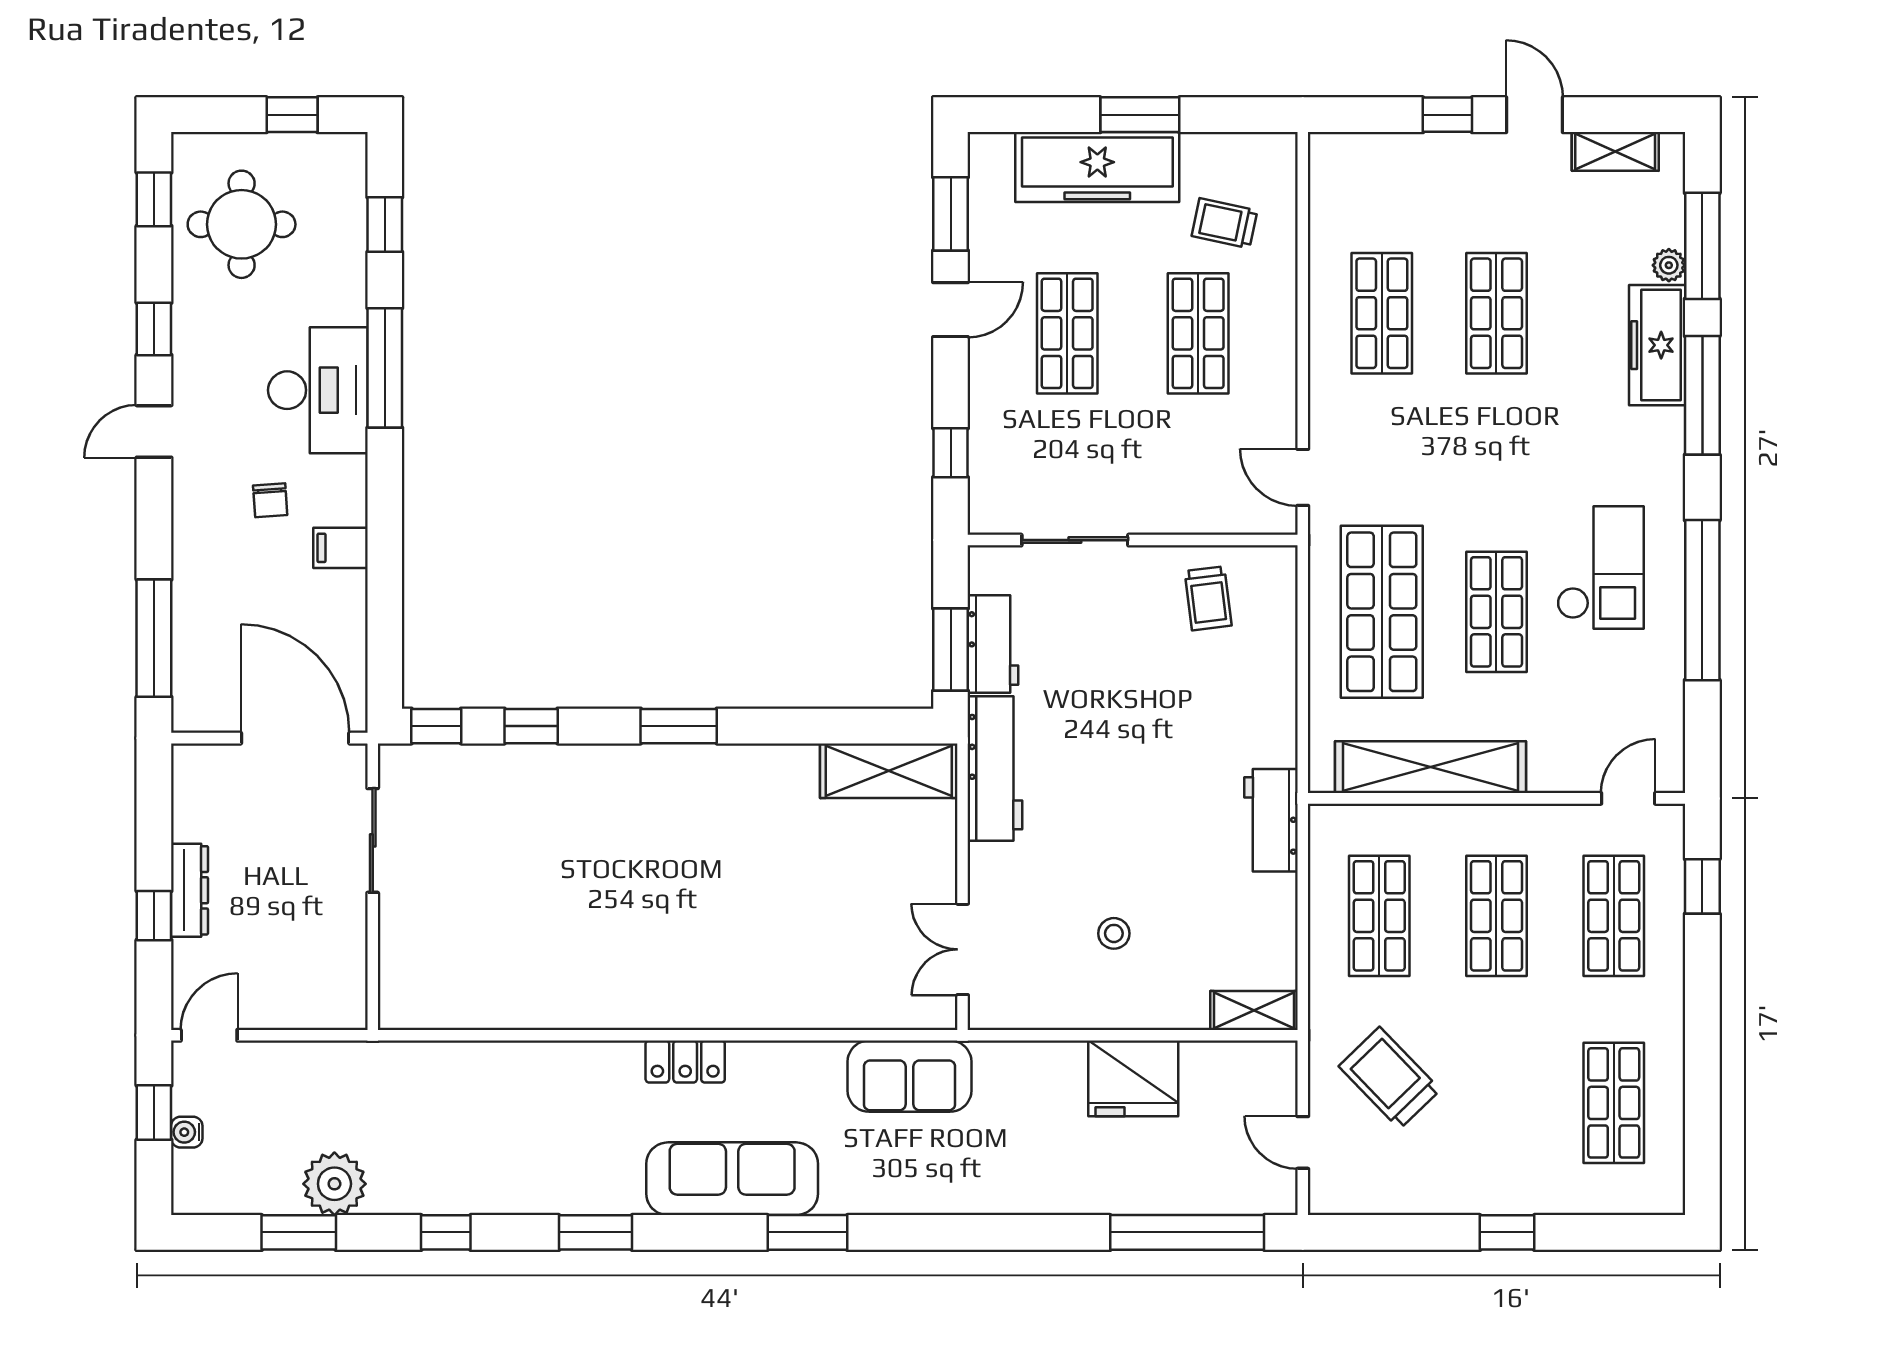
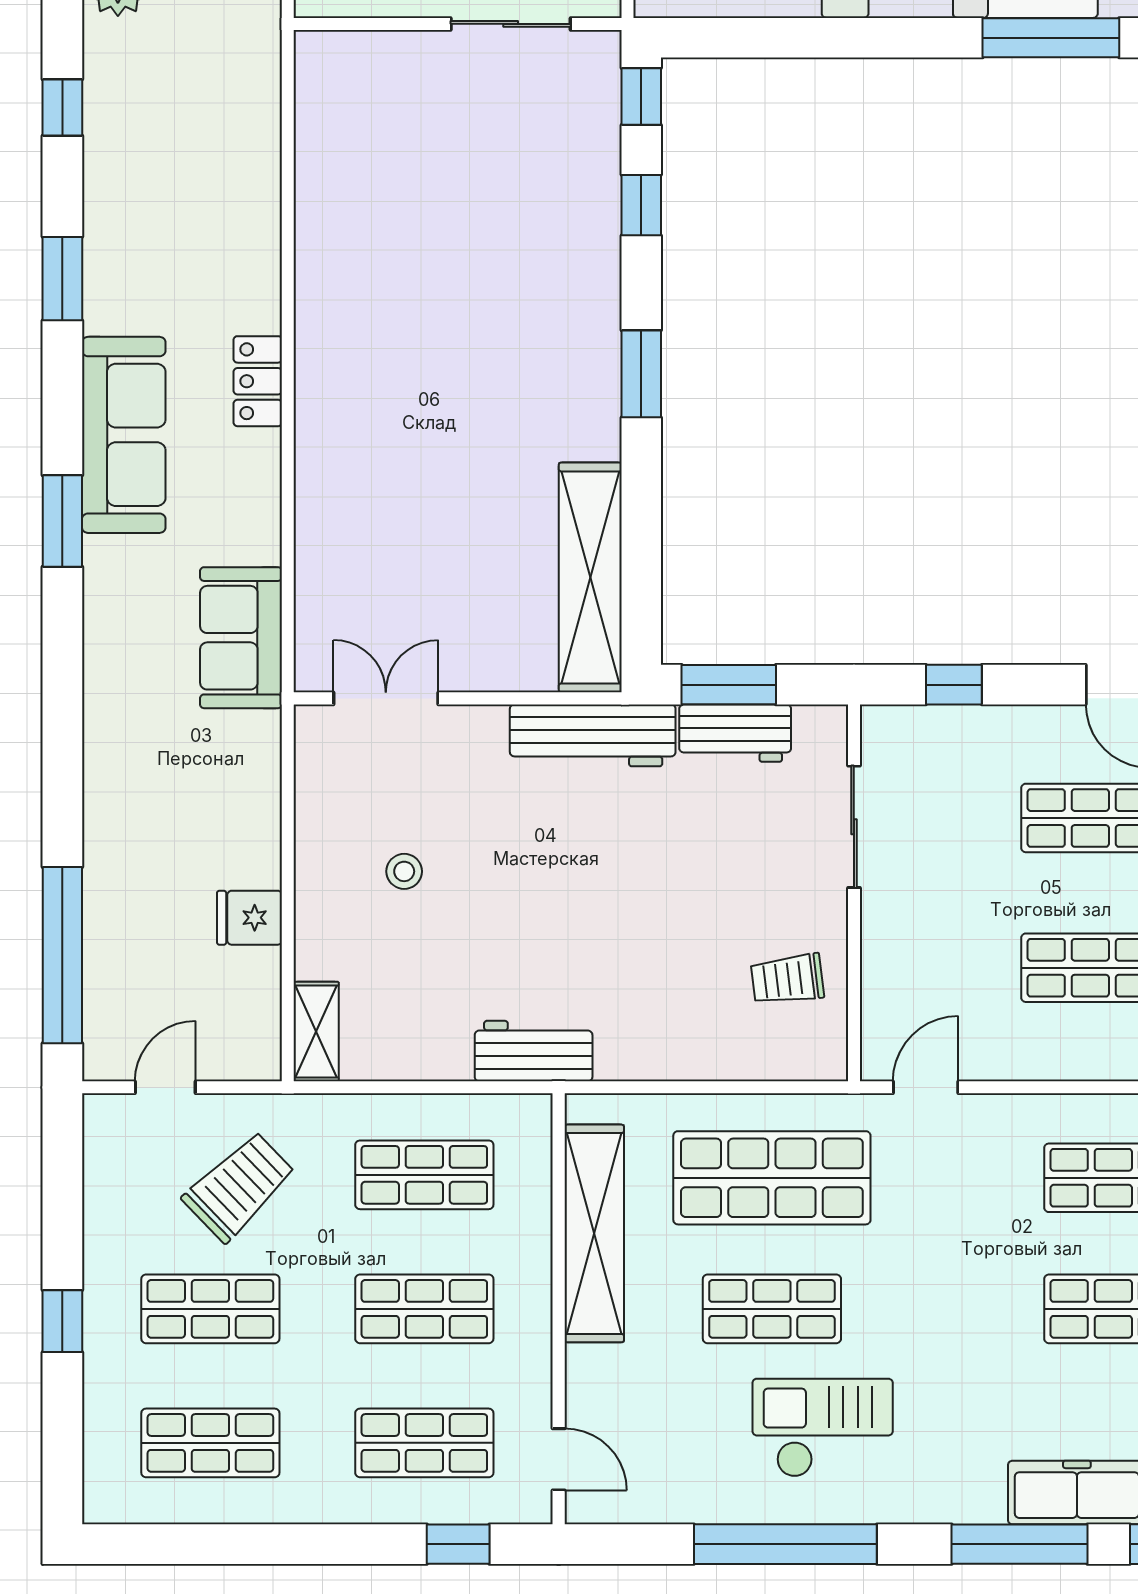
checkout: (1600, 568) -> (823, 1428), turned 180
shelving: (889, 771) -> (590, 577), width x1.47
fridge: (1133, 1078) -> (249, 918), width x0.53, depth x0.75
shop shelf: (1496, 1103) -> (210, 1309), added

